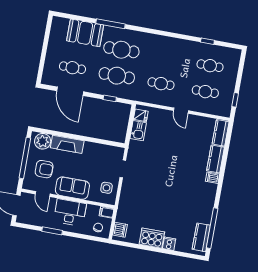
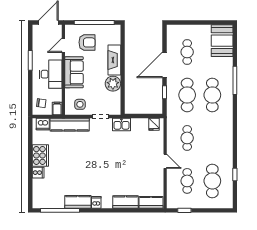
booth: (85, 33) -> (222, 41), moved
cafe table: (210, 66) -> (212, 181), width x1.37, depth x1.35
door: (70, 91) -> (165, 65), moved
door: (181, 111) -> (165, 161), swing flipped
kitchen sink: (138, 131) -> (121, 124), moved
plant: (43, 141) -> (113, 84), moved
armchair: (44, 169) -> (87, 42), turned -90
dishwasher: (213, 178) -> (96, 202), moved
kitchen counter: (125, 202) -> (70, 125), added
kitchen counter: (201, 237) -> (78, 202), moved

